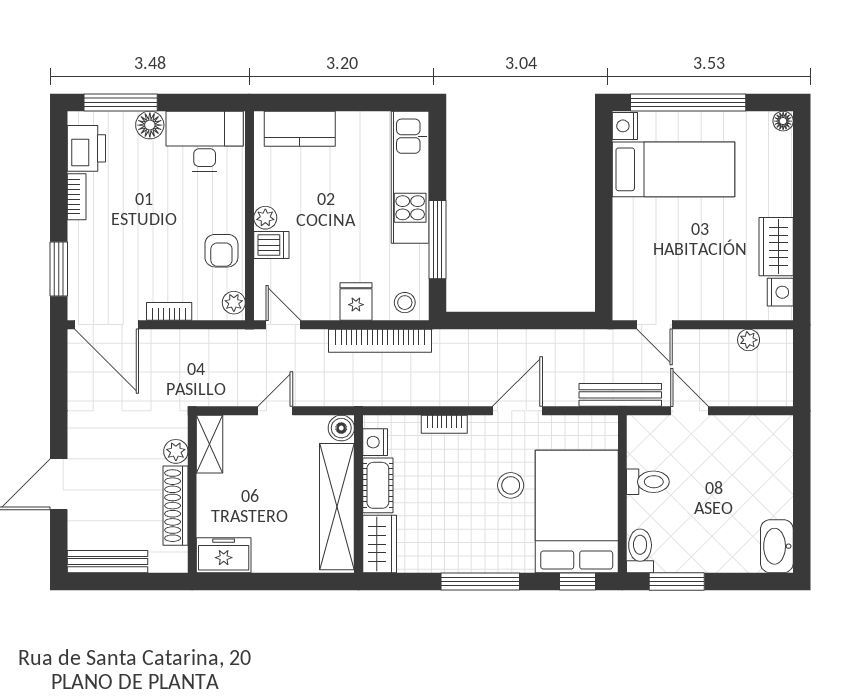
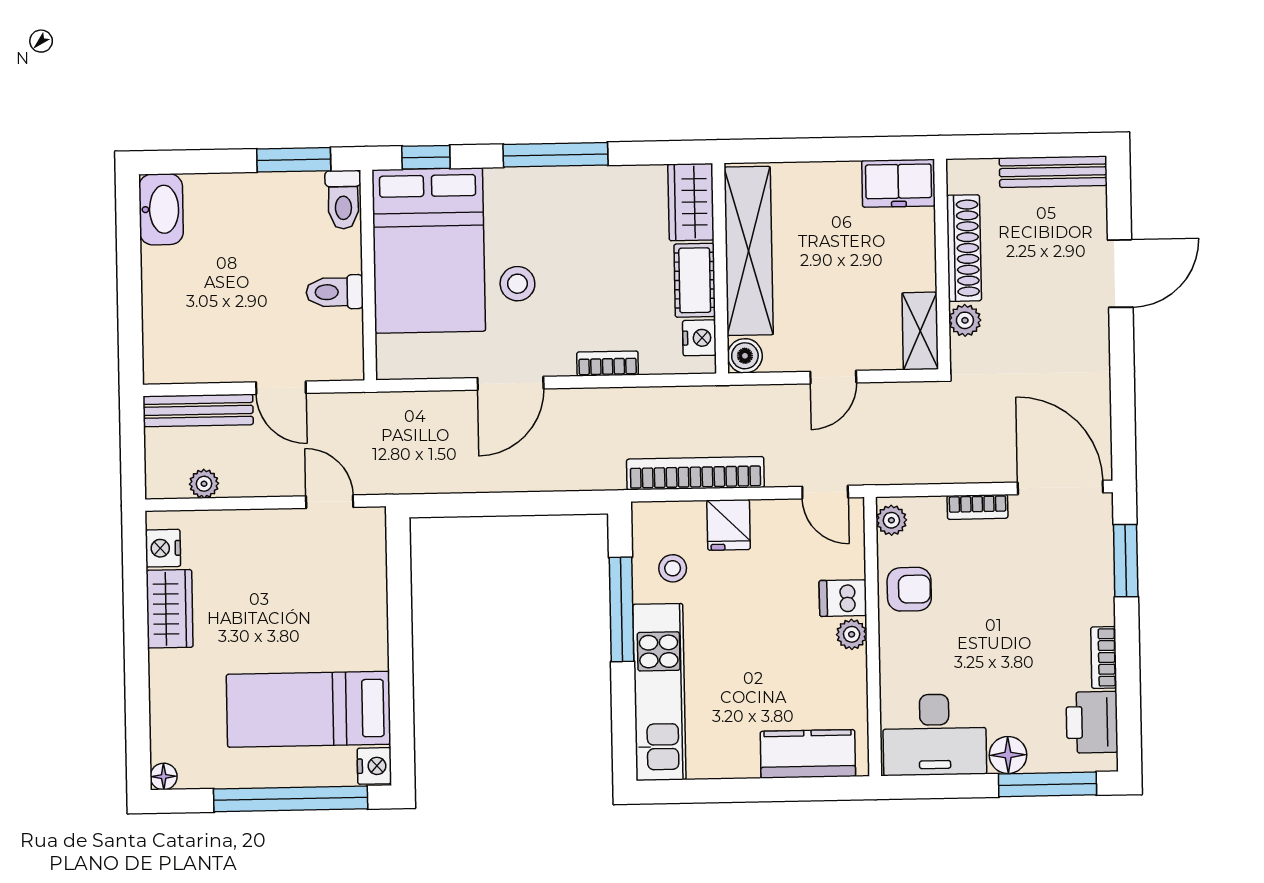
armchair: (221, 251) -> (909, 589), turned 90
stool: (405, 303) -> (673, 568), moved
bench: (620, 395) -> (198, 410), moved

